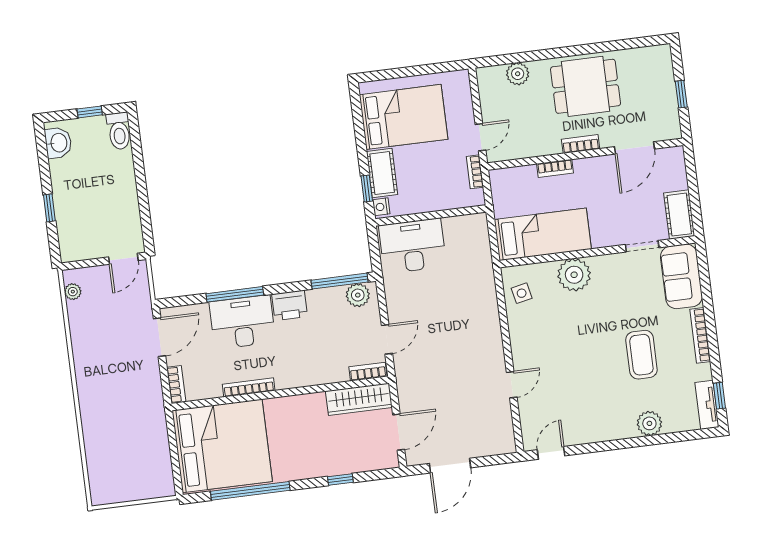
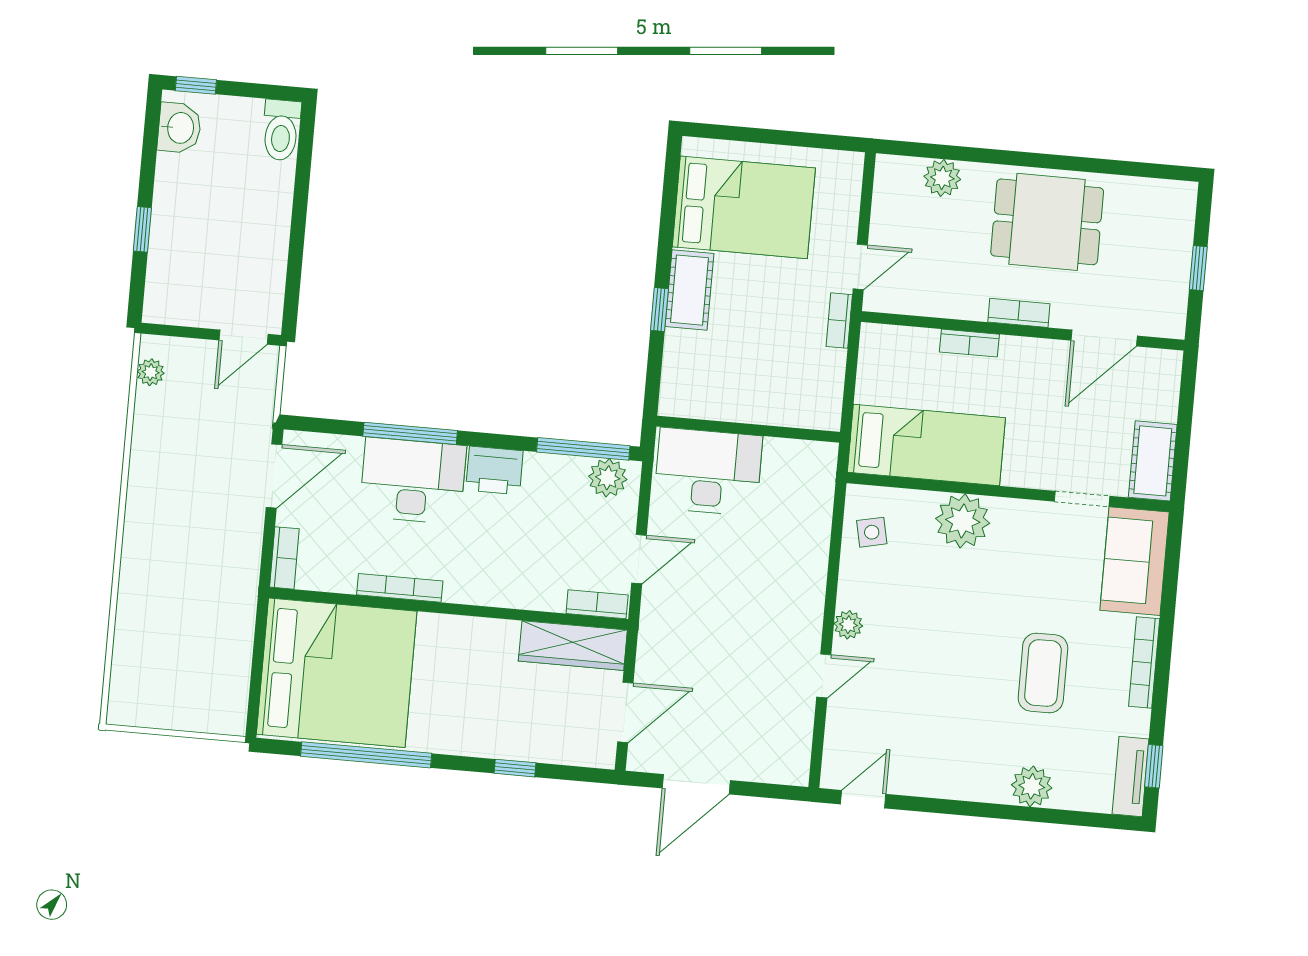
window: (90, 112) -> (196, 85), moved
nightstand: (381, 207) -> (676, 344), removed
wall: (431, 216) -> (748, 429), moved
desk: (412, 246) -> (708, 472), moved
plant: (520, 351) -> (848, 625), added

